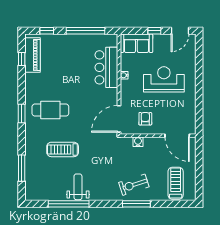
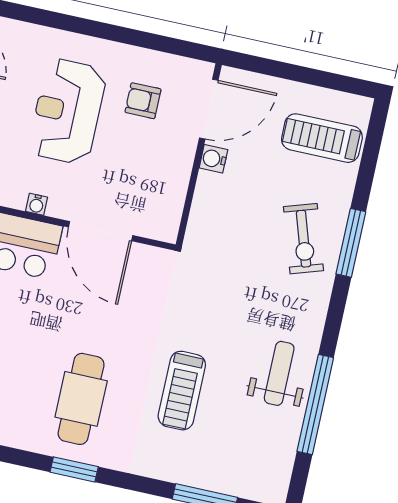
door: (119, 119) -> (101, 231), moved
armchair: (145, 119) -> (143, 101), moved
water cooler: (138, 142) -> (213, 159), moved
weight bench: (78, 187) -> (279, 373), turned 90

